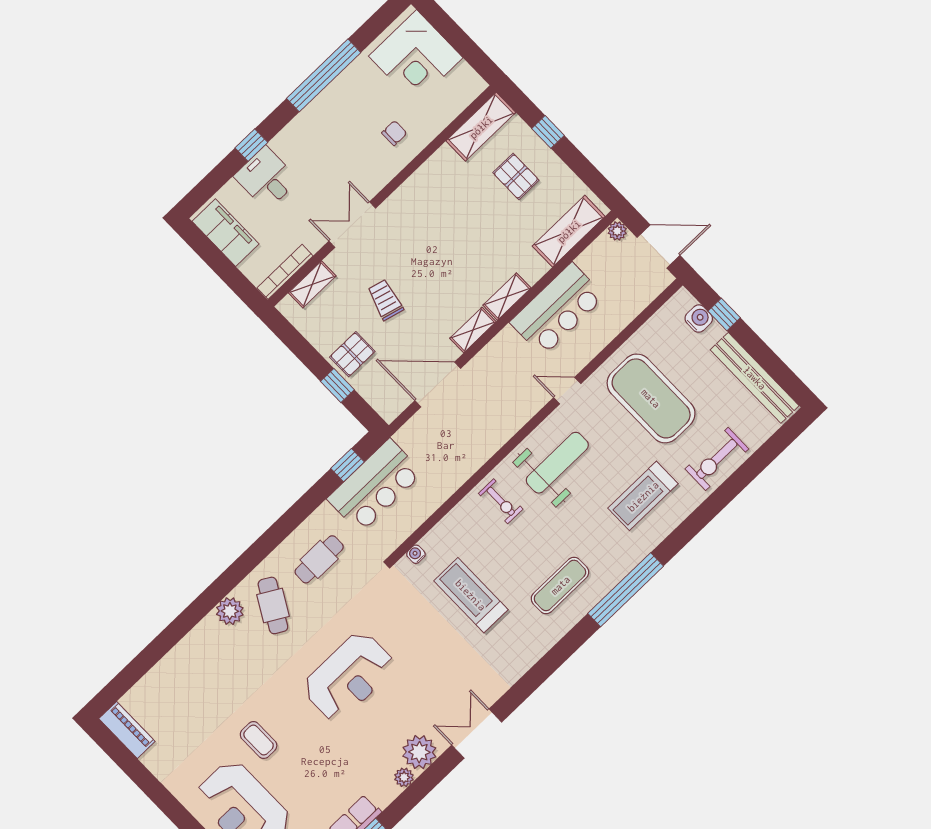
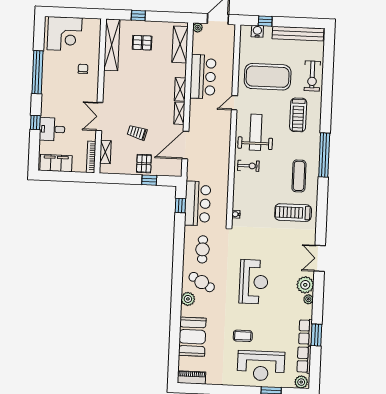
shelving: (481, 127) -> (112, 45), width x1.47
treadmill: (471, 595) -> (293, 213), moved
booth: (184, 672) -> (192, 337), added

